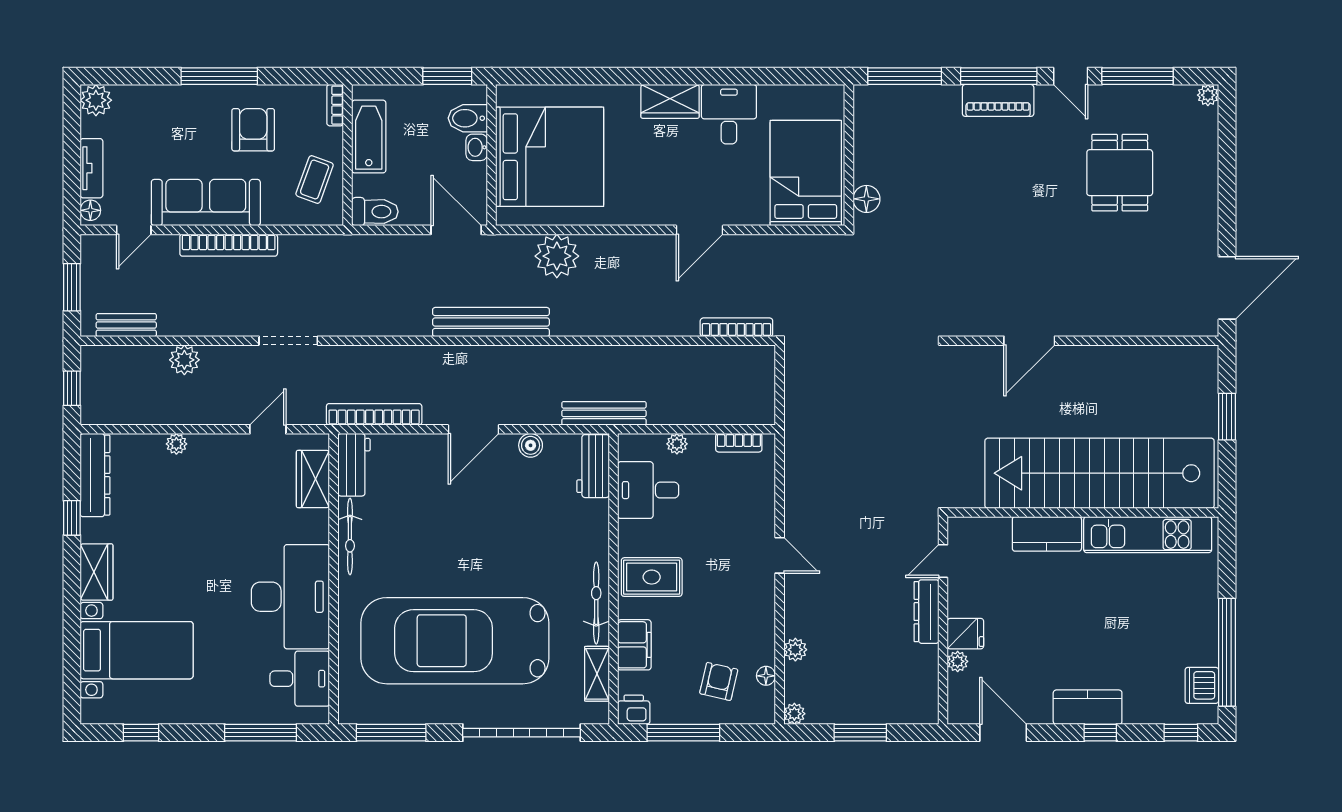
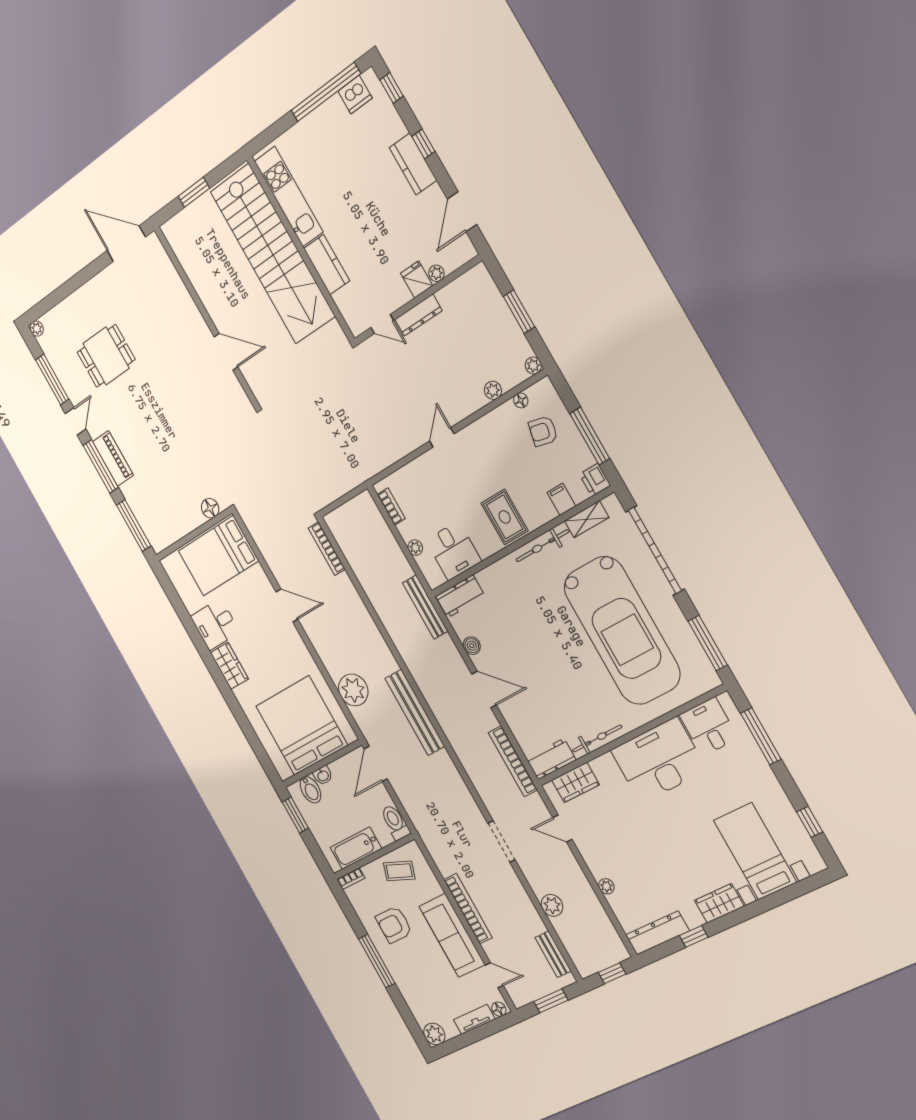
filing cabinet: (634, 645) -> (561, 499), width x0.50

